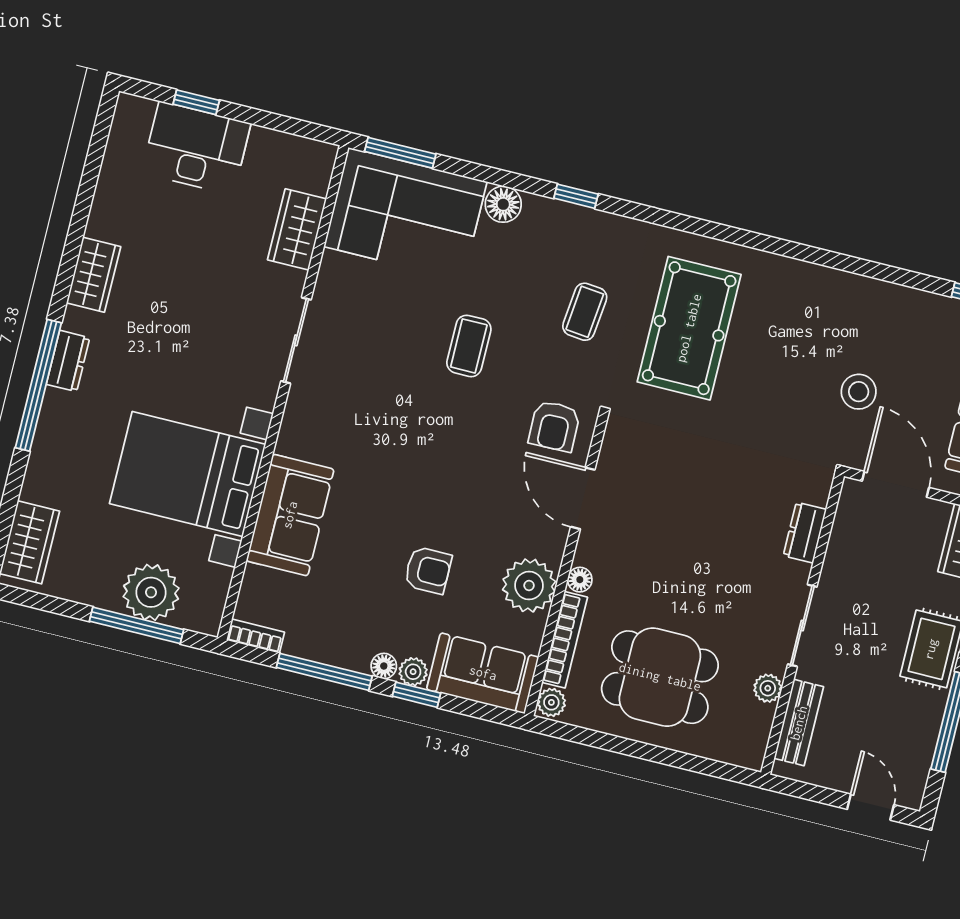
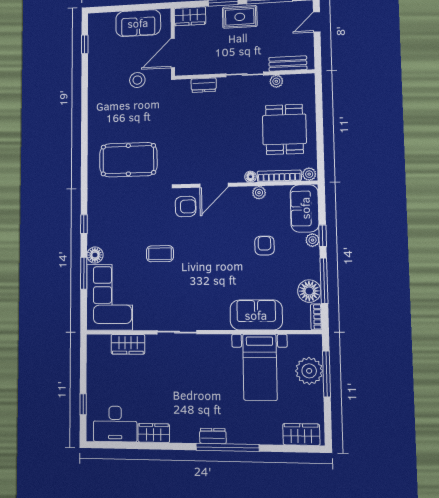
desk: (196, 148) -> (115, 424), moved, turned -90
window: (400, 153) -> (84, 273), moved
wardrobe: (94, 275) -> (154, 433), moved
coffee table: (585, 312) -> (132, 207), removed
bed with nightstands: (188, 474) -> (260, 367), width x0.73
plant: (529, 585) -> (259, 193), width x0.53, depth x0.53
floor lamp: (384, 666) -> (309, 291), moved, width x1.89, depth x1.89

